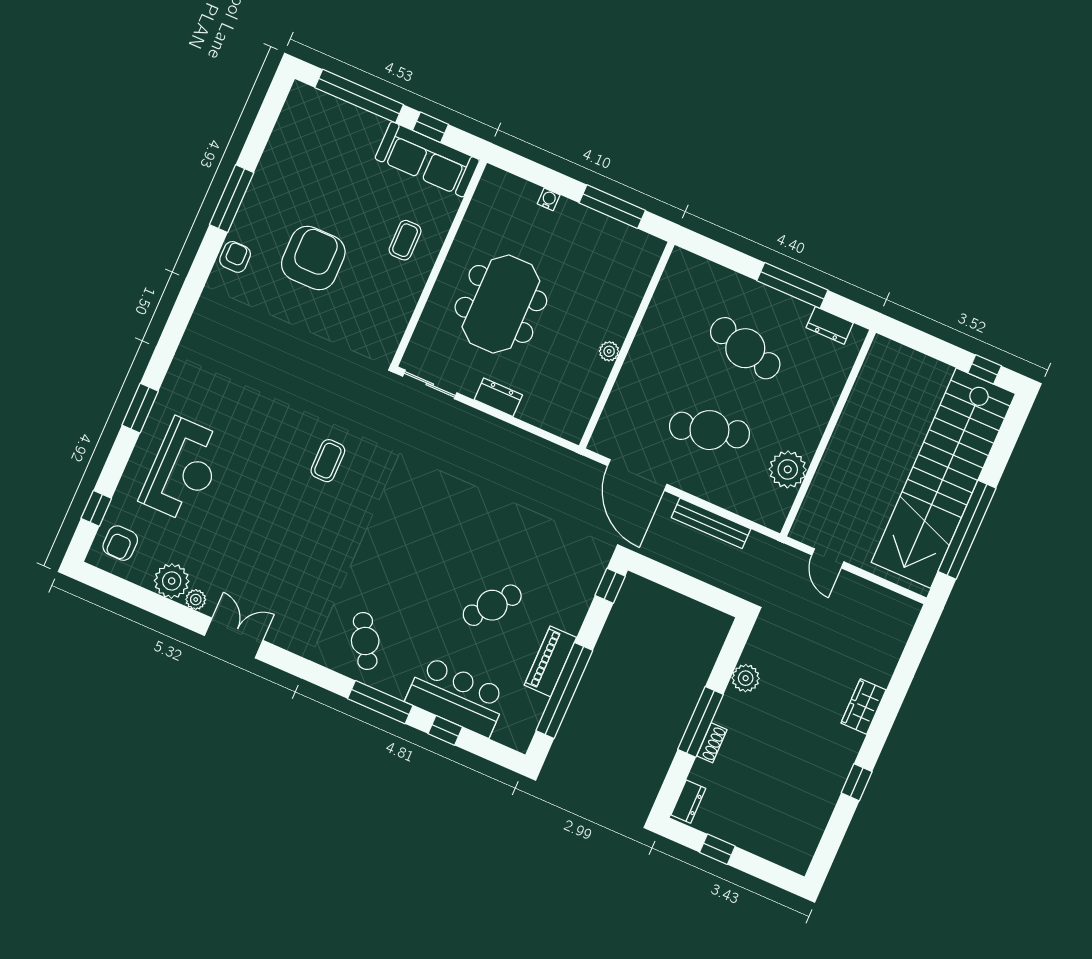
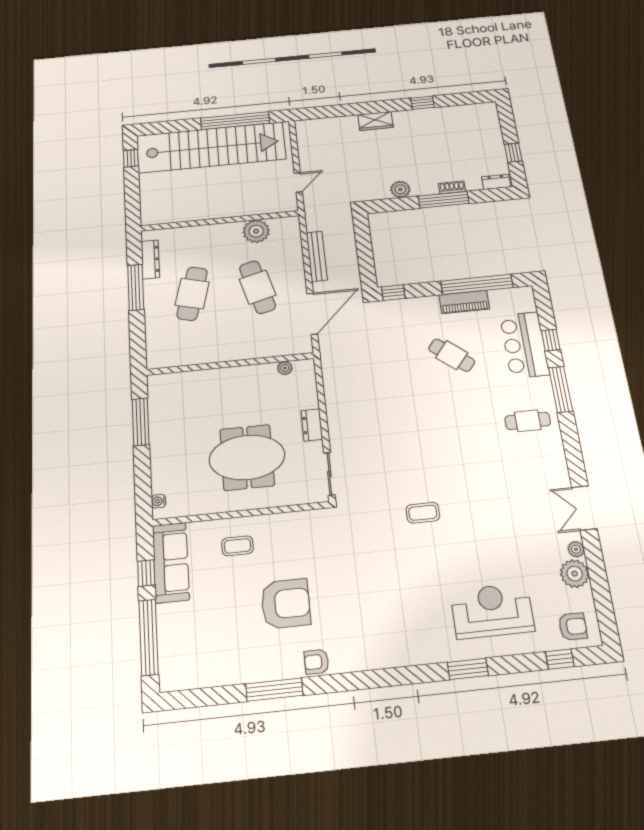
water cooler: (549, 199) -> (158, 501), moved
armchair: (313, 258) -> (286, 604), turned 180
dresser: (830, 325) -> (150, 259), width x1.44
plant: (609, 351) -> (285, 368), moved
cafe table: (365, 641) -> (528, 421), turned 30

